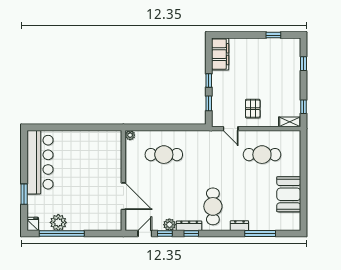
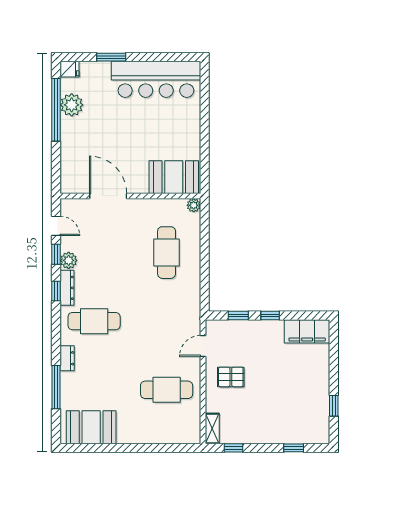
booth: (110, 149) -> (174, 177), added
cafe table: (262, 155) -> (167, 390), turned 90
booth: (289, 194) -> (91, 427), moved
door: (123, 196) -> (108, 196), swing flipped

